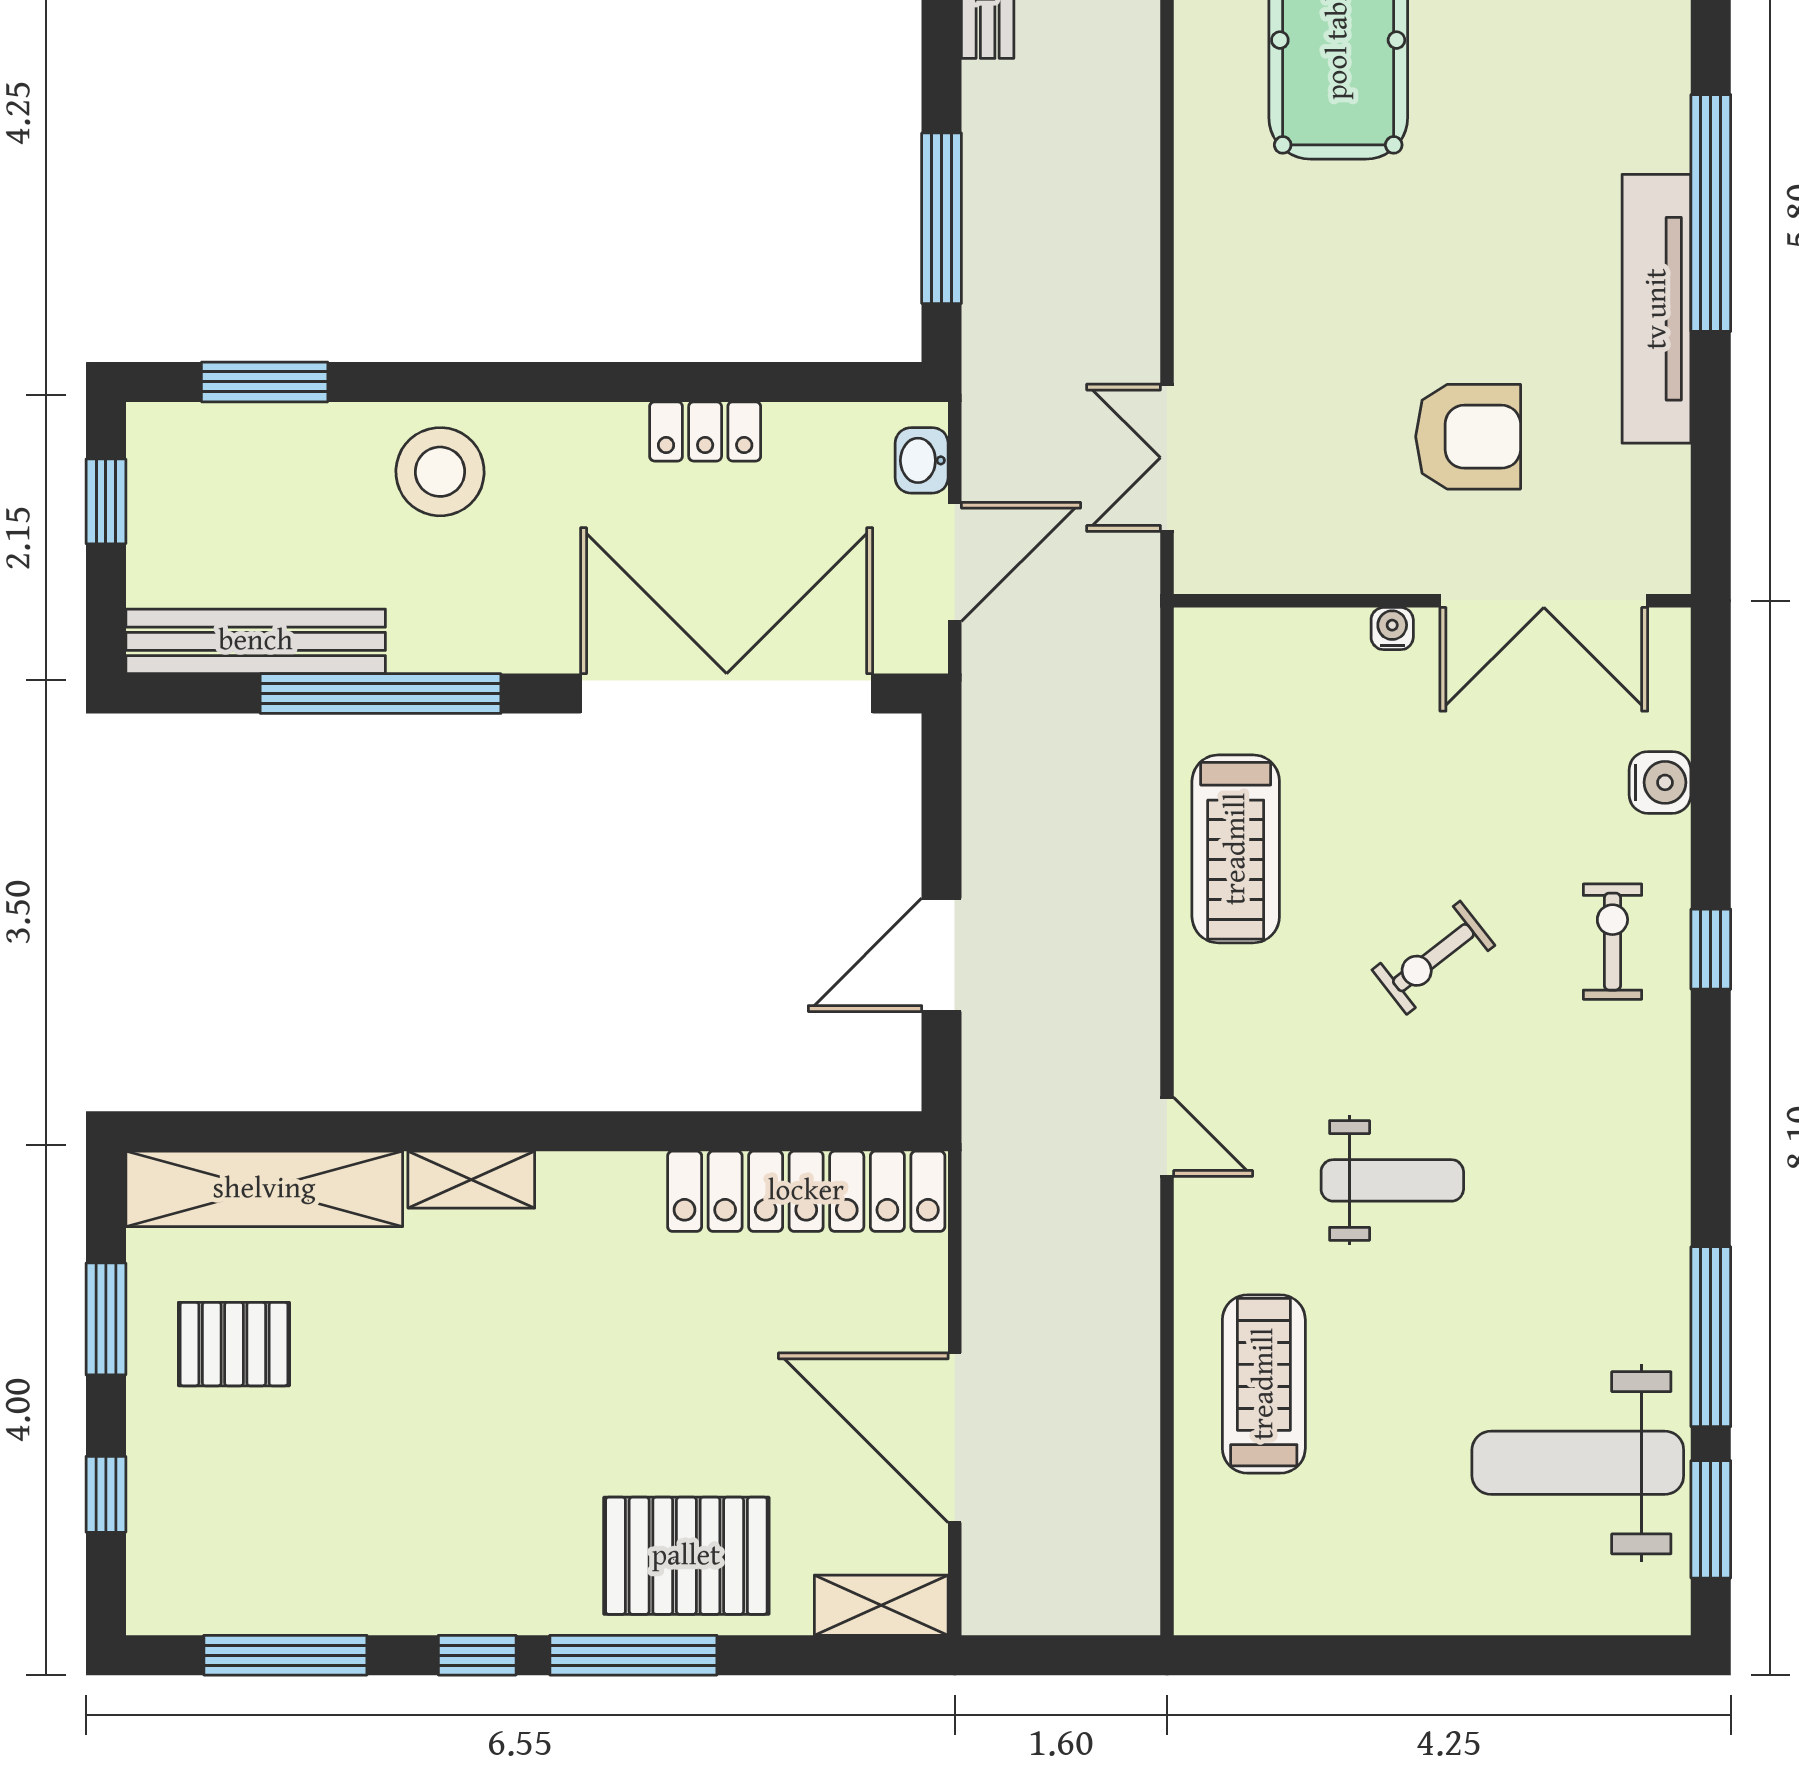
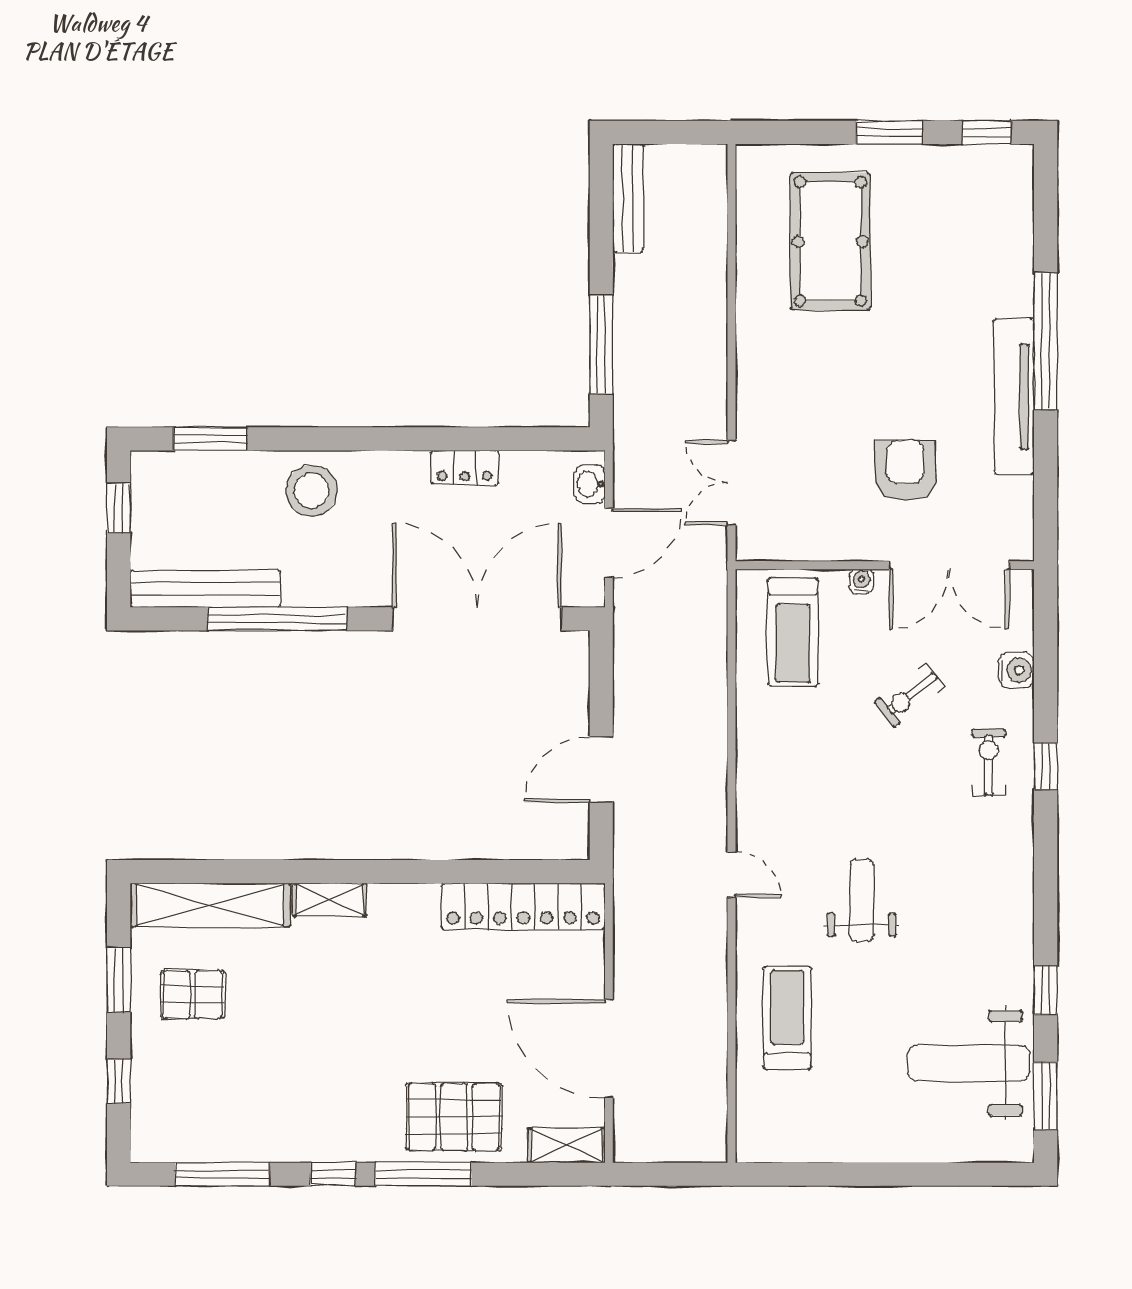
armchair: (1468, 437) -> (905, 470), turned -90
treadmill: (1236, 849) -> (793, 632), moved
exercise bike: (1433, 958) -> (910, 695), moved
weight bench: (1392, 1180) -> (862, 900), turned -90
window: (1711, 1337) -> (1046, 990), width x0.46

